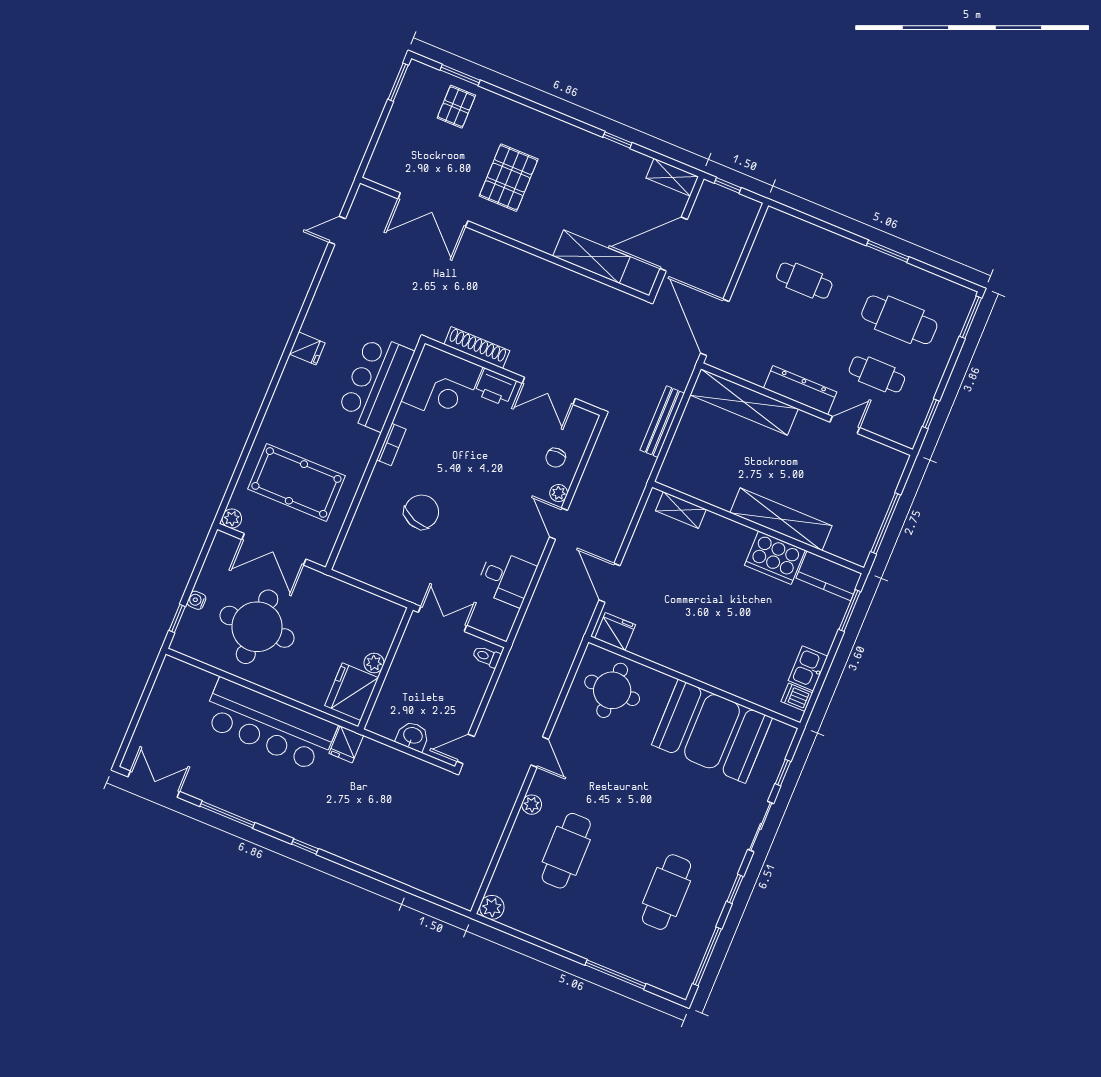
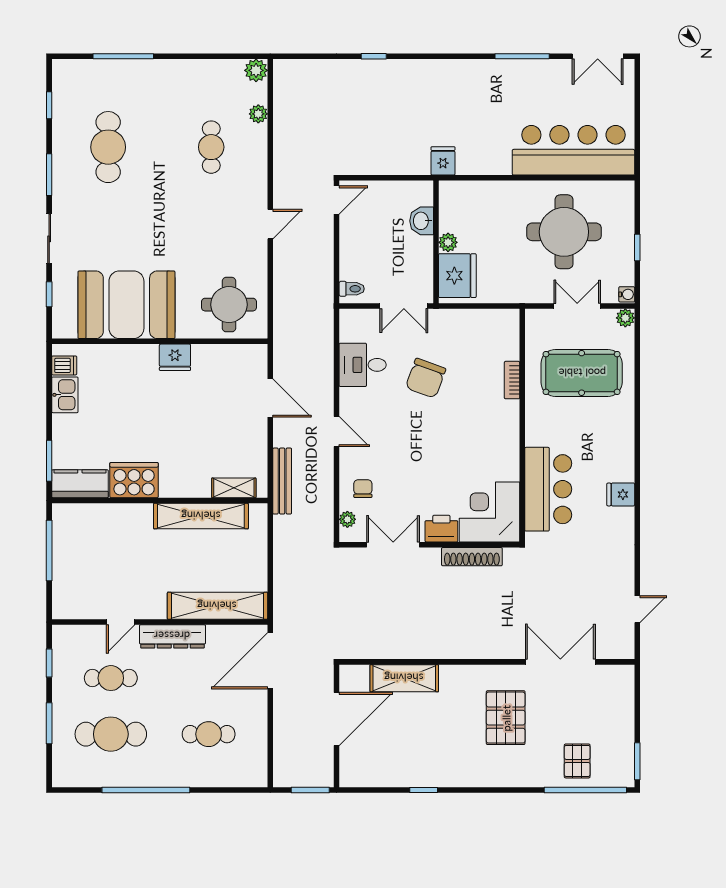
window: (460, 75) -> (585, 790), width x2.11
shelving: (672, 177) -> (362, 777), removed
window: (728, 185) -> (310, 790), width x1.50
window: (888, 251) -> (146, 790), width x2.11
window: (971, 317) -> (49, 723), moved
door: (715, 327) -> (270, 661), swing flipped
bench: (662, 422) -> (282, 481), moved
bookcase: (391, 444) -> (512, 380), moved
plant: (559, 493) -> (347, 519), moved
chair: (422, 512) -> (426, 378), moved
shelving: (781, 519) -> (201, 516), moved
double door: (274, 549) -> (577, 306), width x0.73
water cooler: (197, 600) -> (627, 294), moved
window: (177, 618) -> (637, 247), moved
fridge: (615, 632) -> (175, 357), moved
fridge: (352, 692) -> (457, 276), moved
bar counter: (269, 725) -> (573, 150), moved
washbasin: (413, 736) -> (422, 221), moved, turned 90
door: (540, 752) -> (270, 224), swing flipped
plant: (532, 805) -> (258, 114), moved
window: (305, 846) -> (374, 56), moved
cafe table: (566, 851) -> (211, 147), width x0.73, depth x0.74
window: (735, 889) -> (49, 175), width x1.50
window: (707, 956) -> (49, 105), width x0.46

